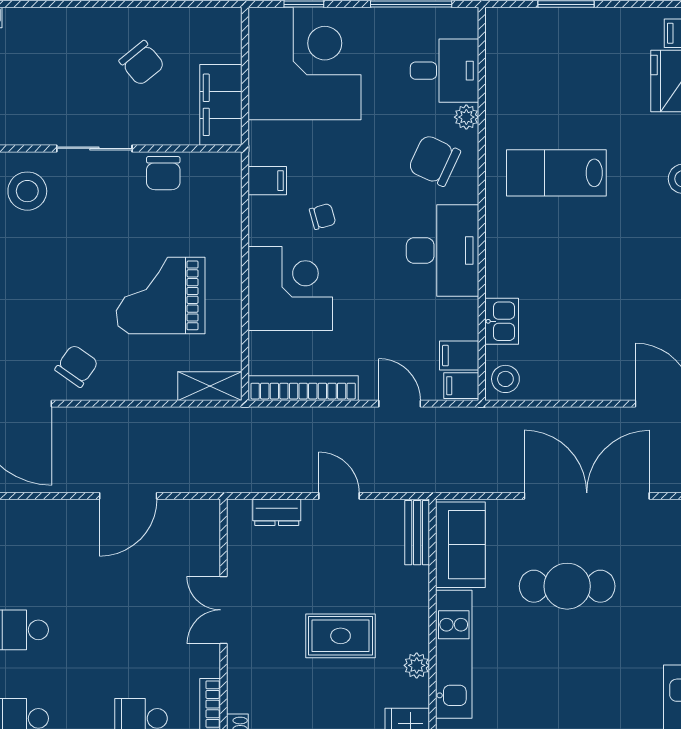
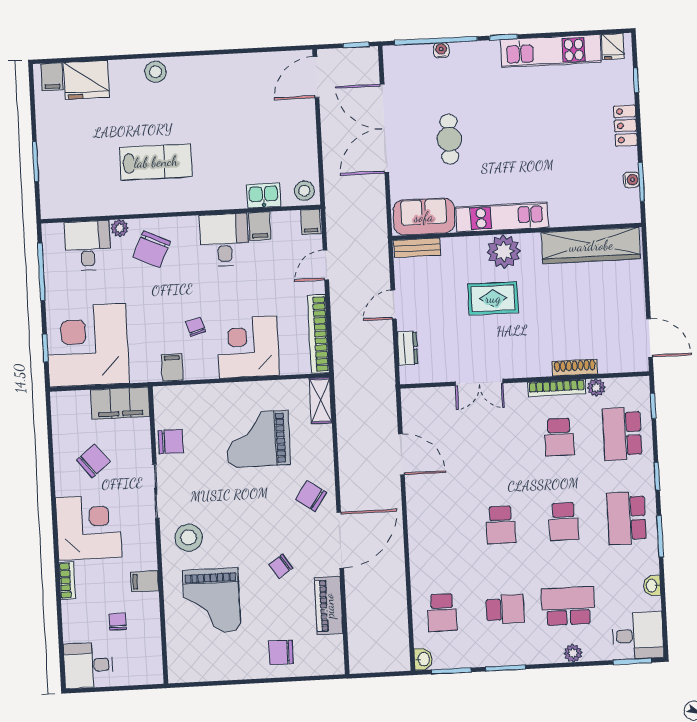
corner desk: (49, 52) -> (89, 527), added
lab bench: (556, 173) -> (156, 162), turned -90
desk: (443, 251) -> (224, 240), width x0.73
grand piano: (161, 295) -> (258, 439), turned 90
filing cabinet: (459, 356) -> (260, 226), moved
cafe table: (567, 586) -> (449, 139), width x0.73, depth x0.74
rug: (341, 636) -> (493, 298), turned 90
plant: (417, 665) -> (504, 251), width x1.87, depth x1.87

